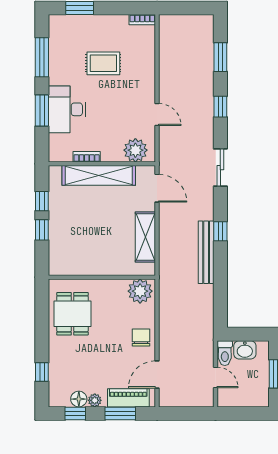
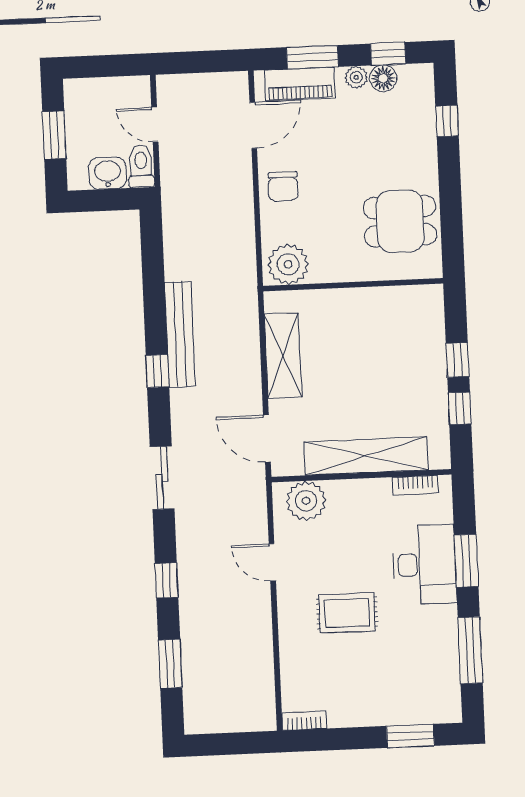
rug: (103, 63) -> (347, 613), moved
bookcase: (87, 157) -> (415, 485), moved
dining table: (72, 314) -> (400, 221), turned 90

